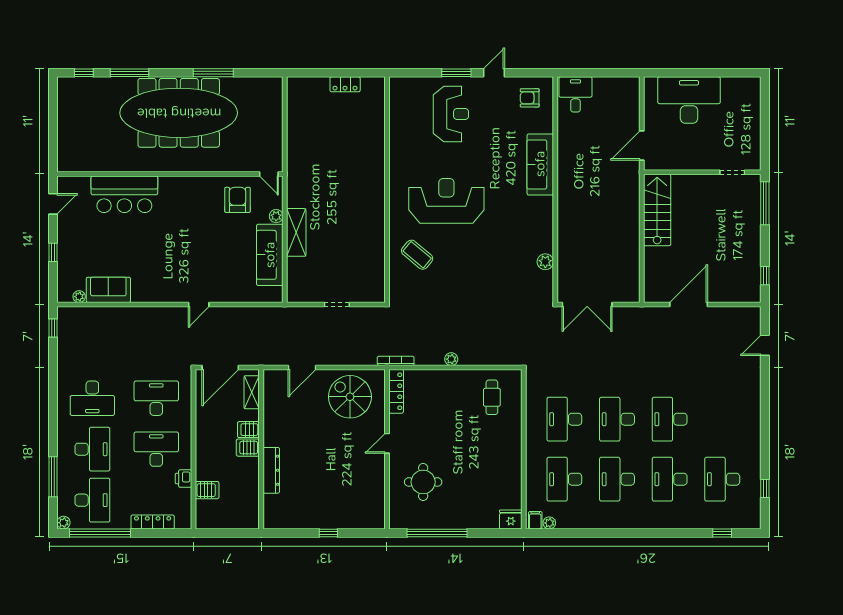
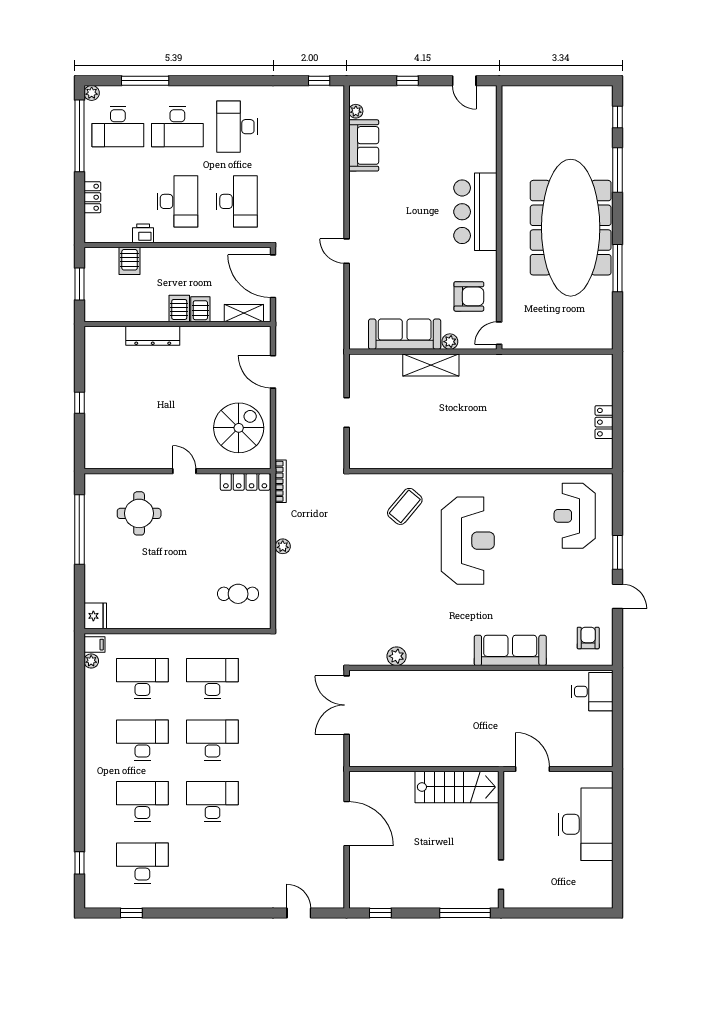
reception desk: (451, 114) -> (575, 516), moved, turned 90
bar counter: (124, 194) -> (475, 212), moved
locker: (153, 522) -> (92, 197), width x0.66
window: (227, 533) -> (79, 284), added

